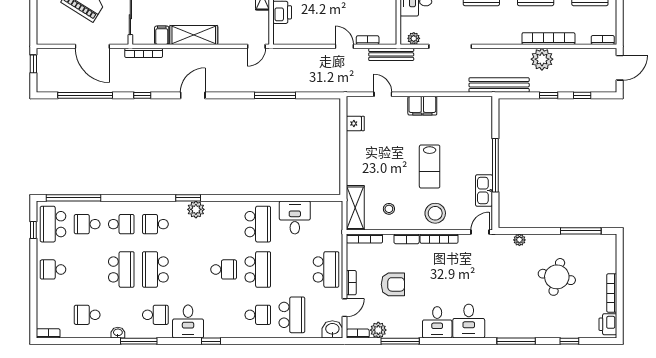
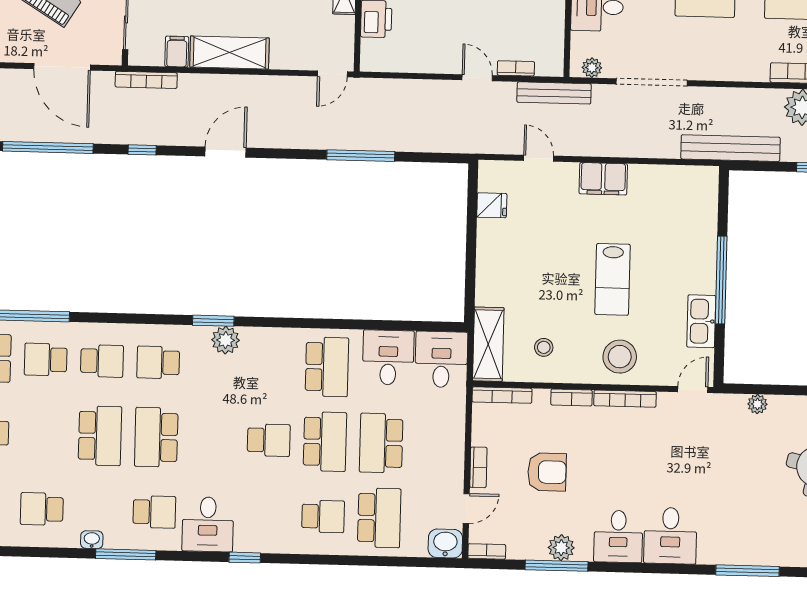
desk: (327, 218) -> (441, 359), added
school desk: (326, 269) -> (381, 443), moved, turned 180
plant: (378, 330) -> (561, 548), moved

